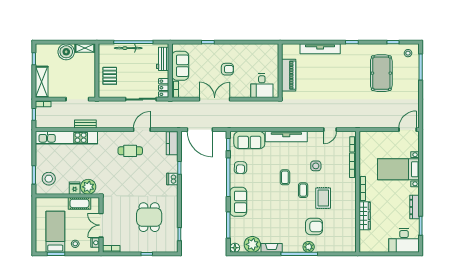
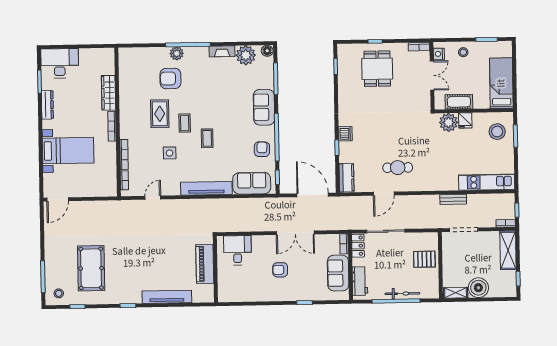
pallet: (110, 76) -> (424, 259), turned 90
kitchen unit: (66, 138) -> (487, 182), width x0.73
dining table: (149, 217) -> (377, 69), moved
bed: (55, 232) -> (501, 83), moved, turned 180

